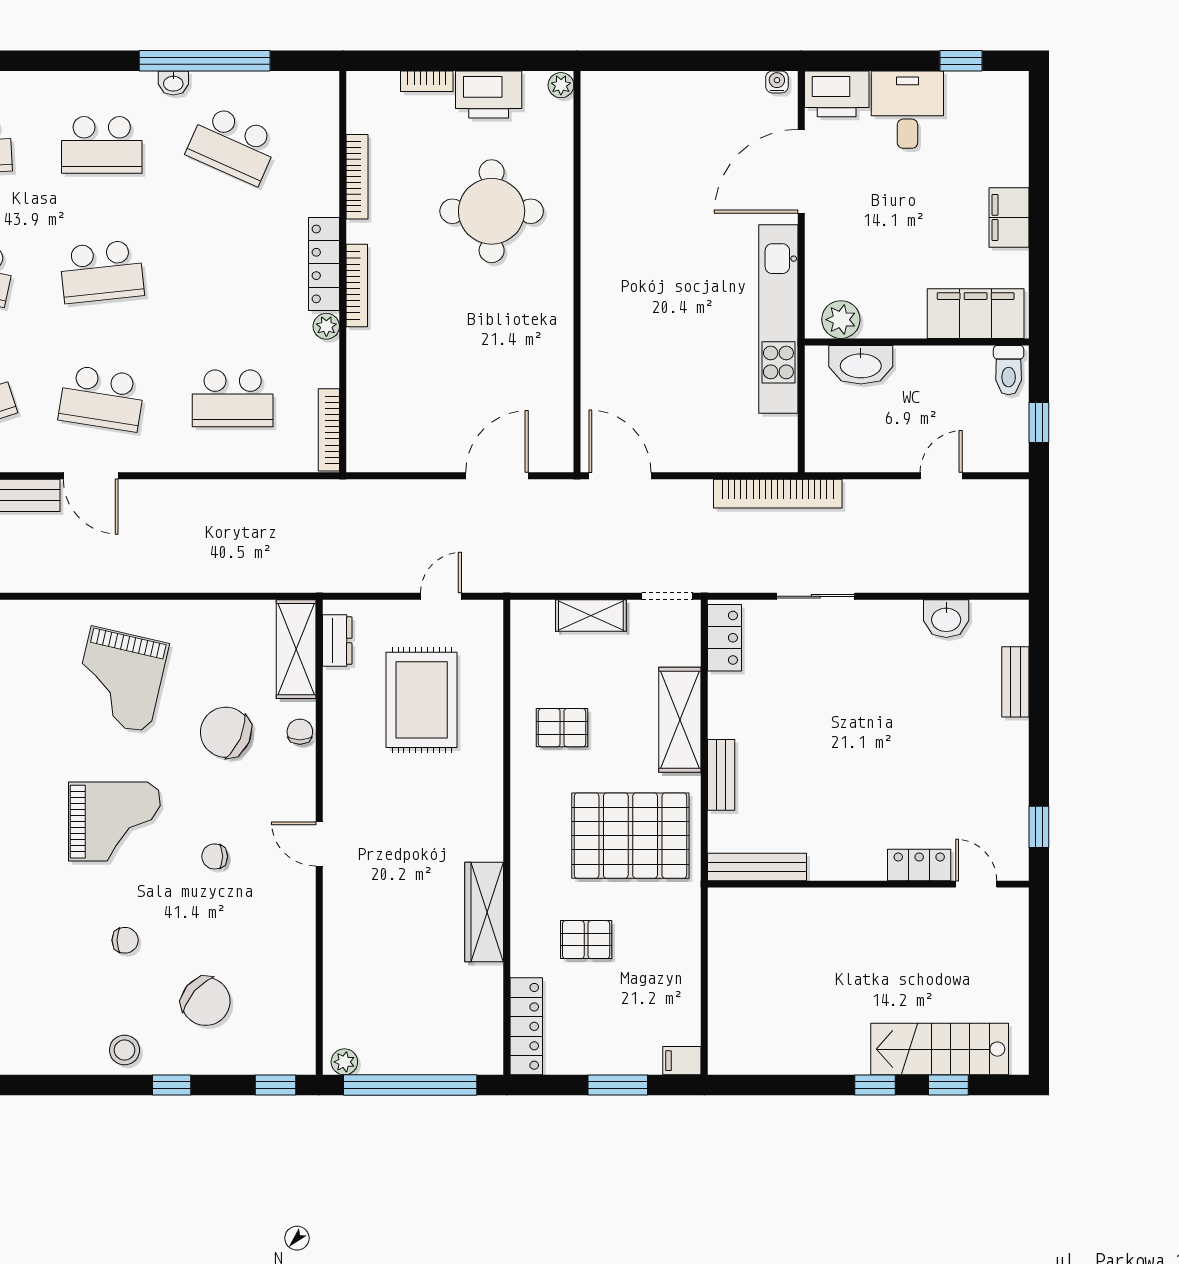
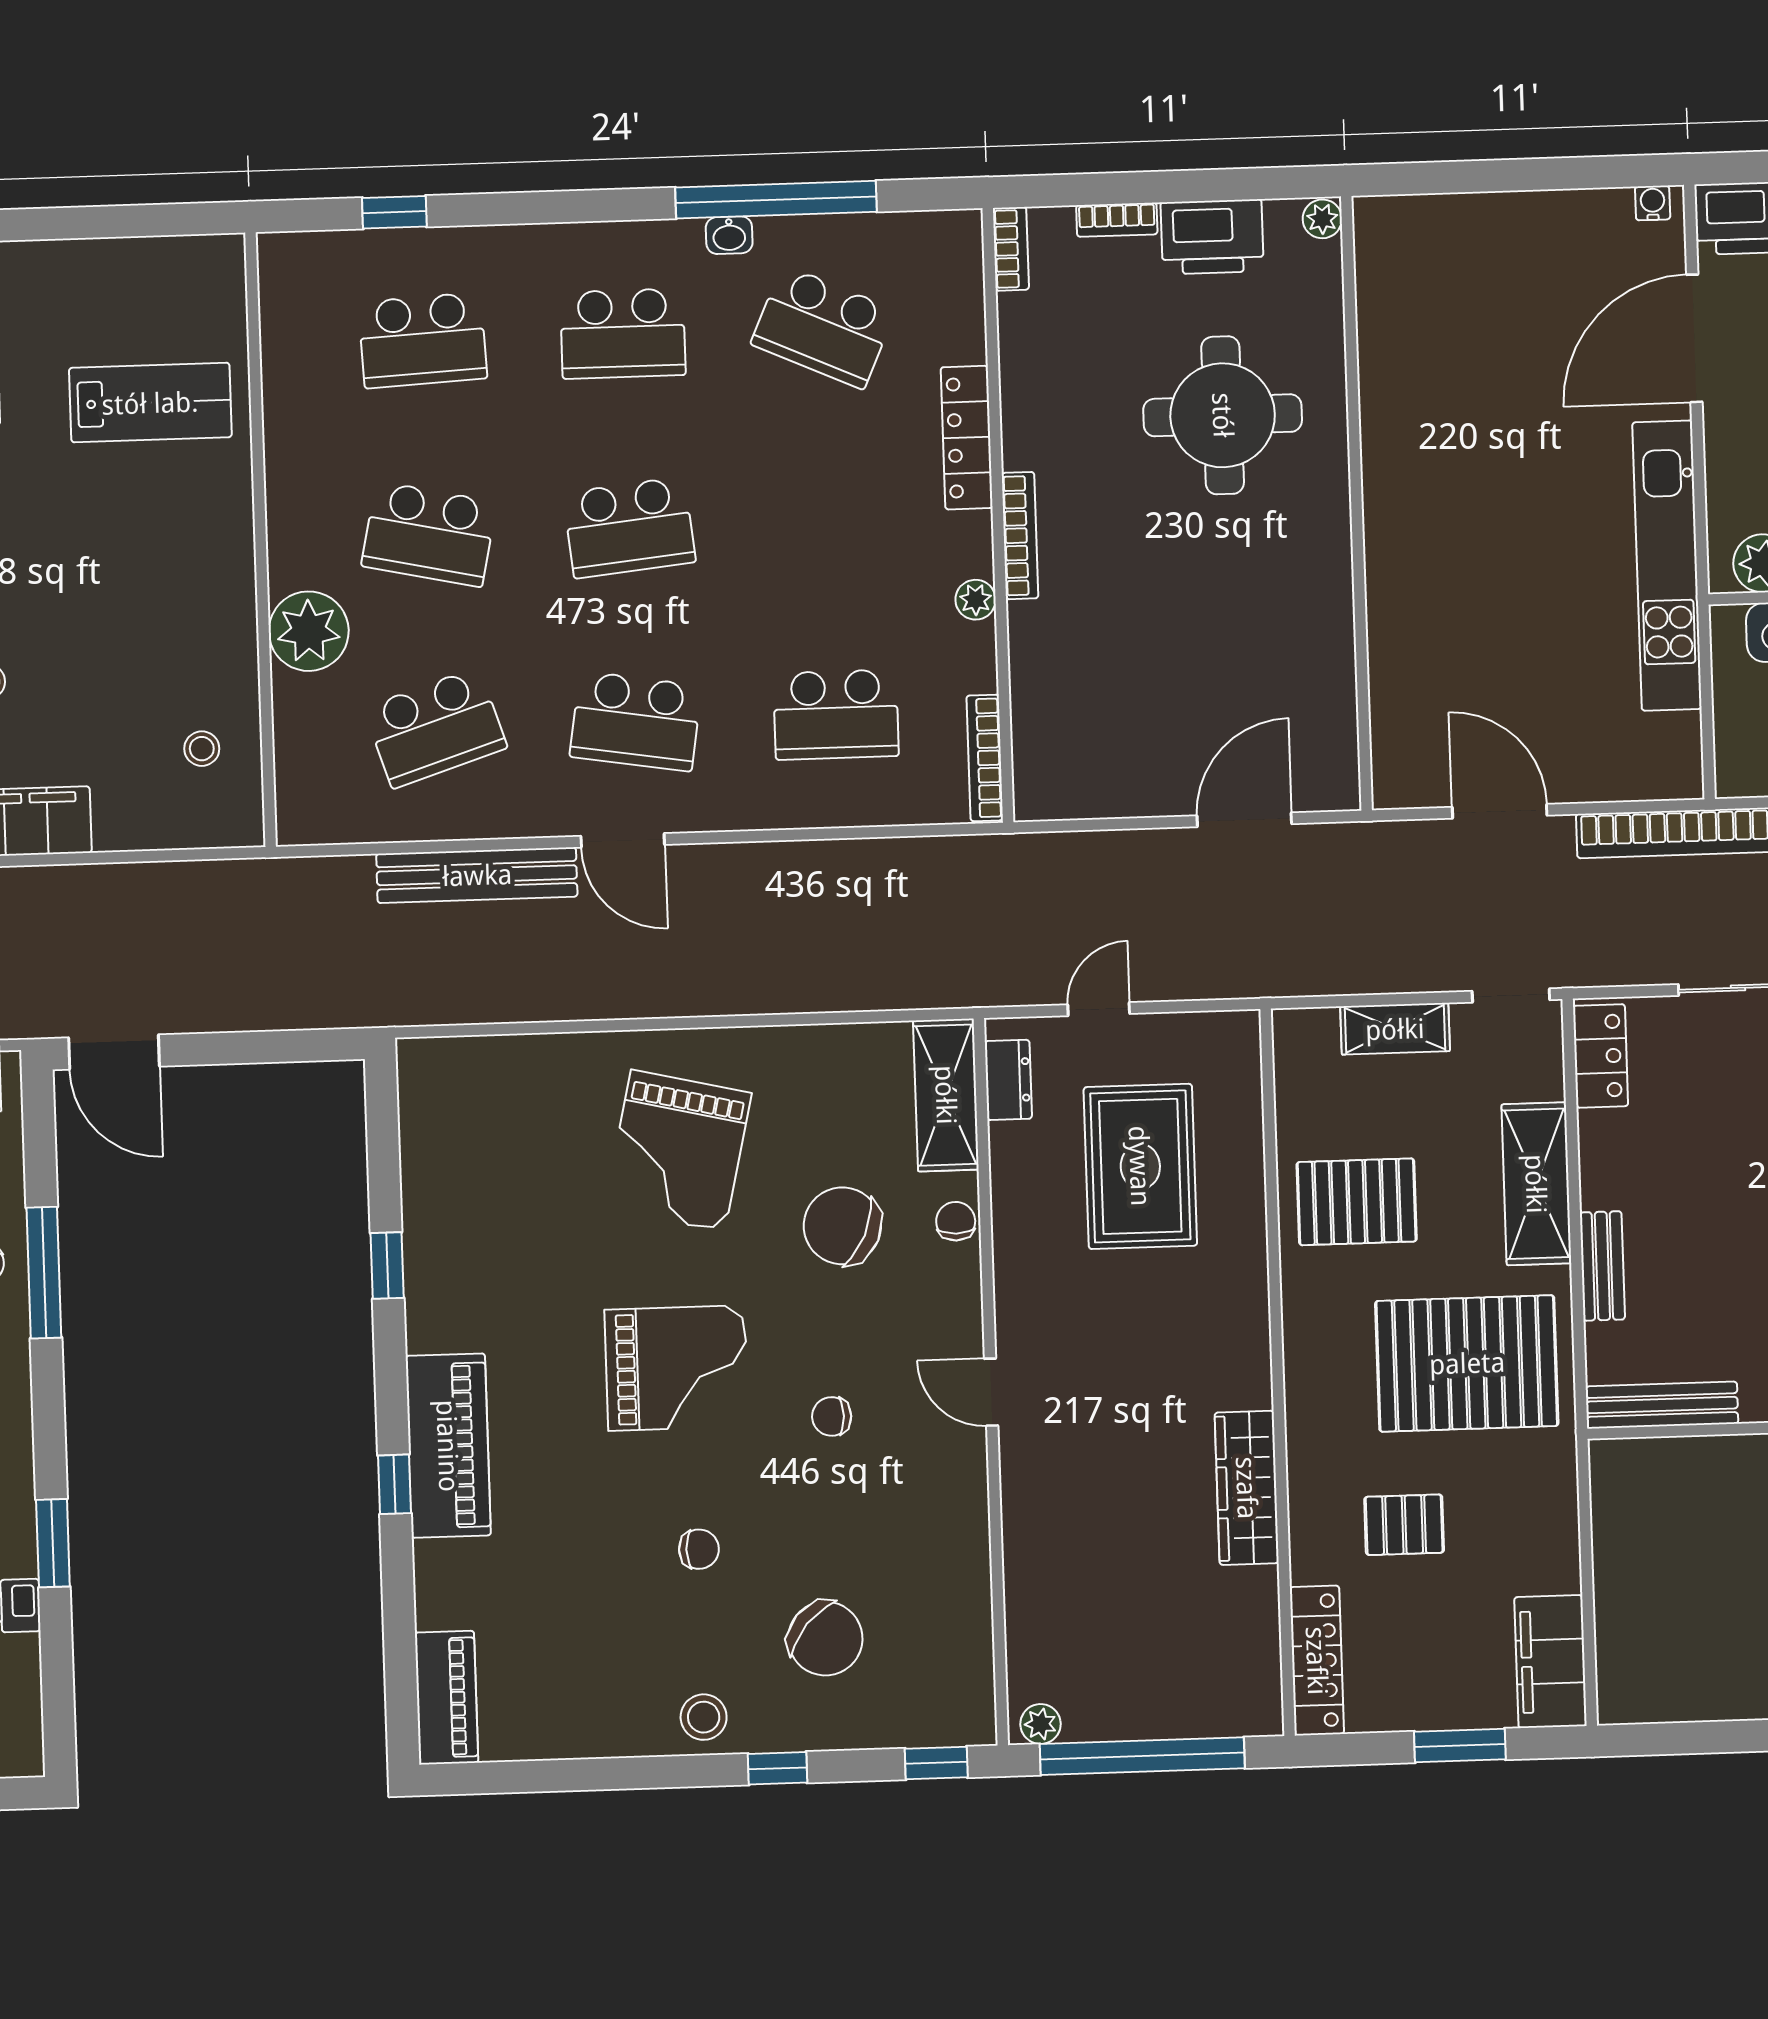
bookcase: (357, 177) -> (1011, 249), moved, width x0.64
locker: (324, 264) -> (967, 438), moved
door: (620, 476) -> (1500, 811), moved
door: (441, 596) -> (1099, 1009), moved
pallet: (562, 728) -> (1357, 1202), width x1.50, depth x1.42
filing cabinet: (682, 1061) -> (1550, 1662), width x3.00, depth x1.17

